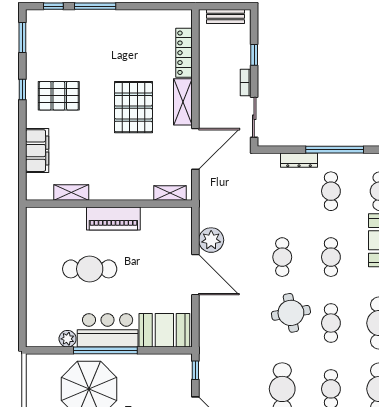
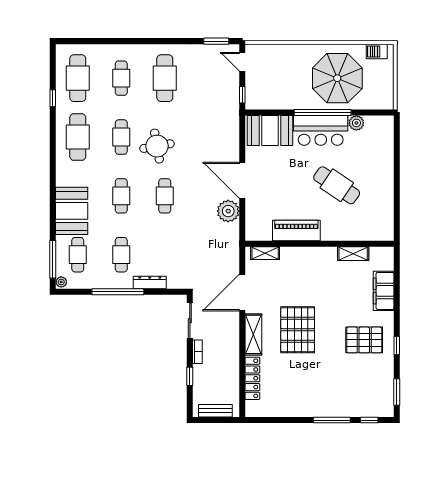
piano: (113, 218) -> (296, 230), moved
cafe table: (90, 269) -> (337, 185), turned 34

